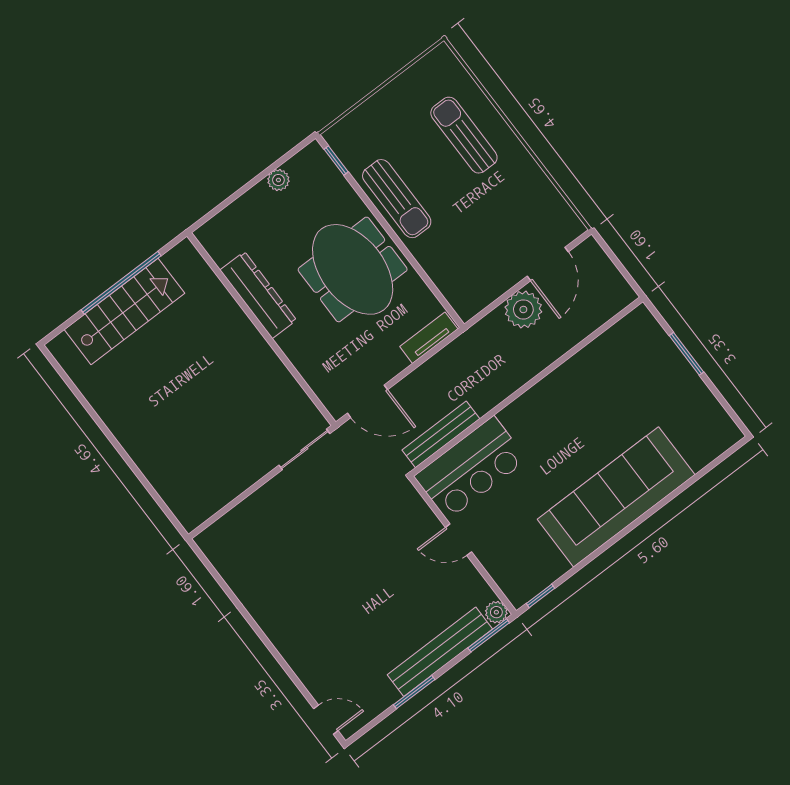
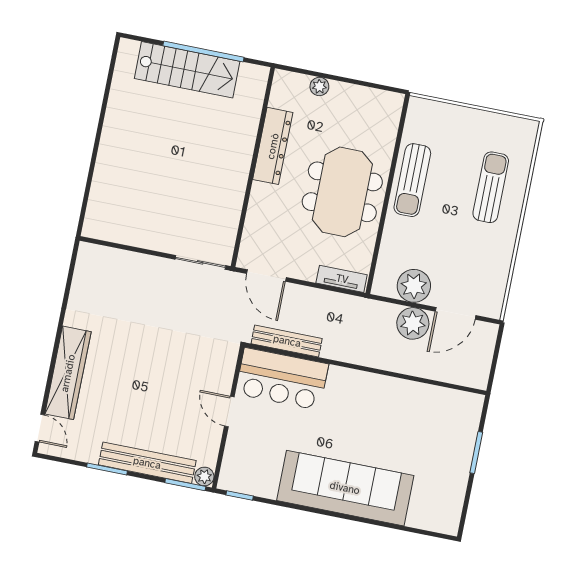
window: (336, 161) -> (403, 120), removed
plant: (278, 180) -> (319, 86), moved
plant: (491, 279) -> (414, 286), added
wardrobe: (299, 652) -> (68, 373), added

